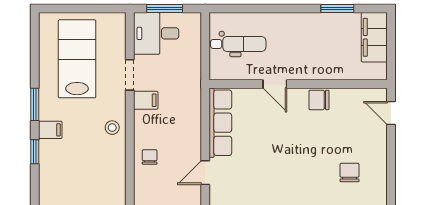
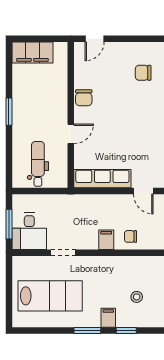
window: (337, 9) -> (9, 112), moved
lab bench: (77, 59) -> (50, 296), turned 180
filing cabinet: (146, 100) -> (106, 240), moved
stool: (112, 128) -> (137, 297), moved

